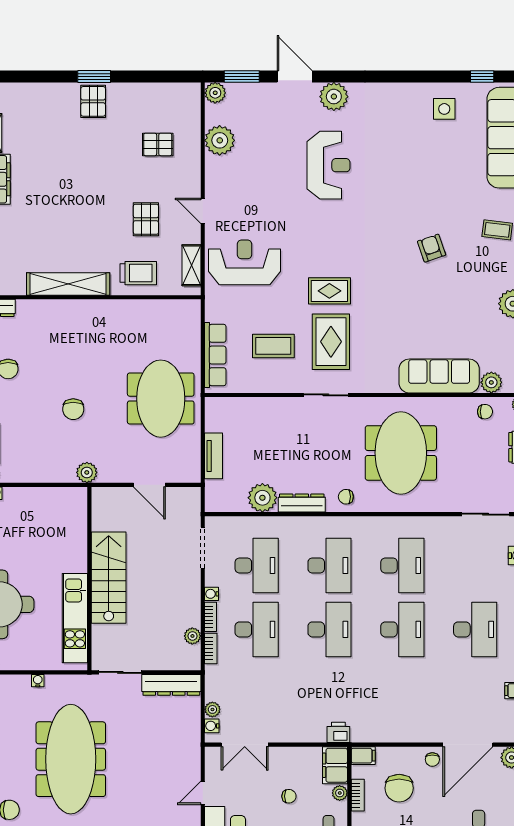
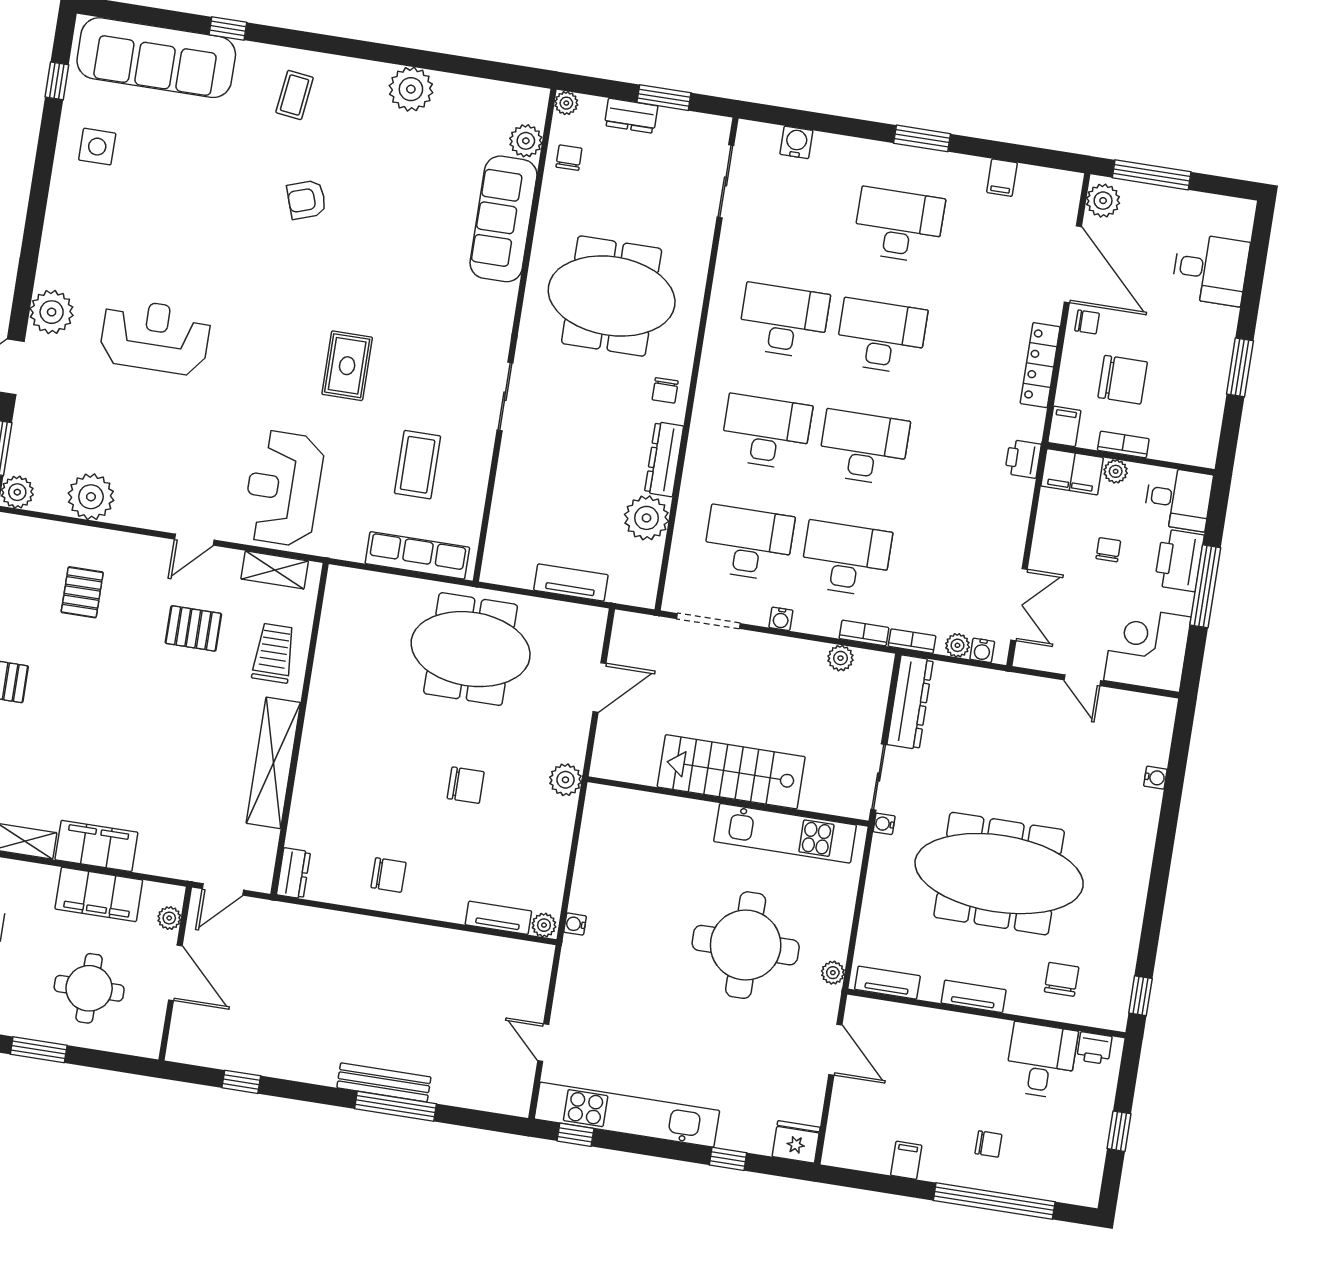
rug: (331, 342) -> (425, 376), removed
bookcase: (211, 617) -> (912, 641), moved
water cooler: (38, 681) -> (884, 824), moved
locker: (400, 734) -> (1040, 365), added

